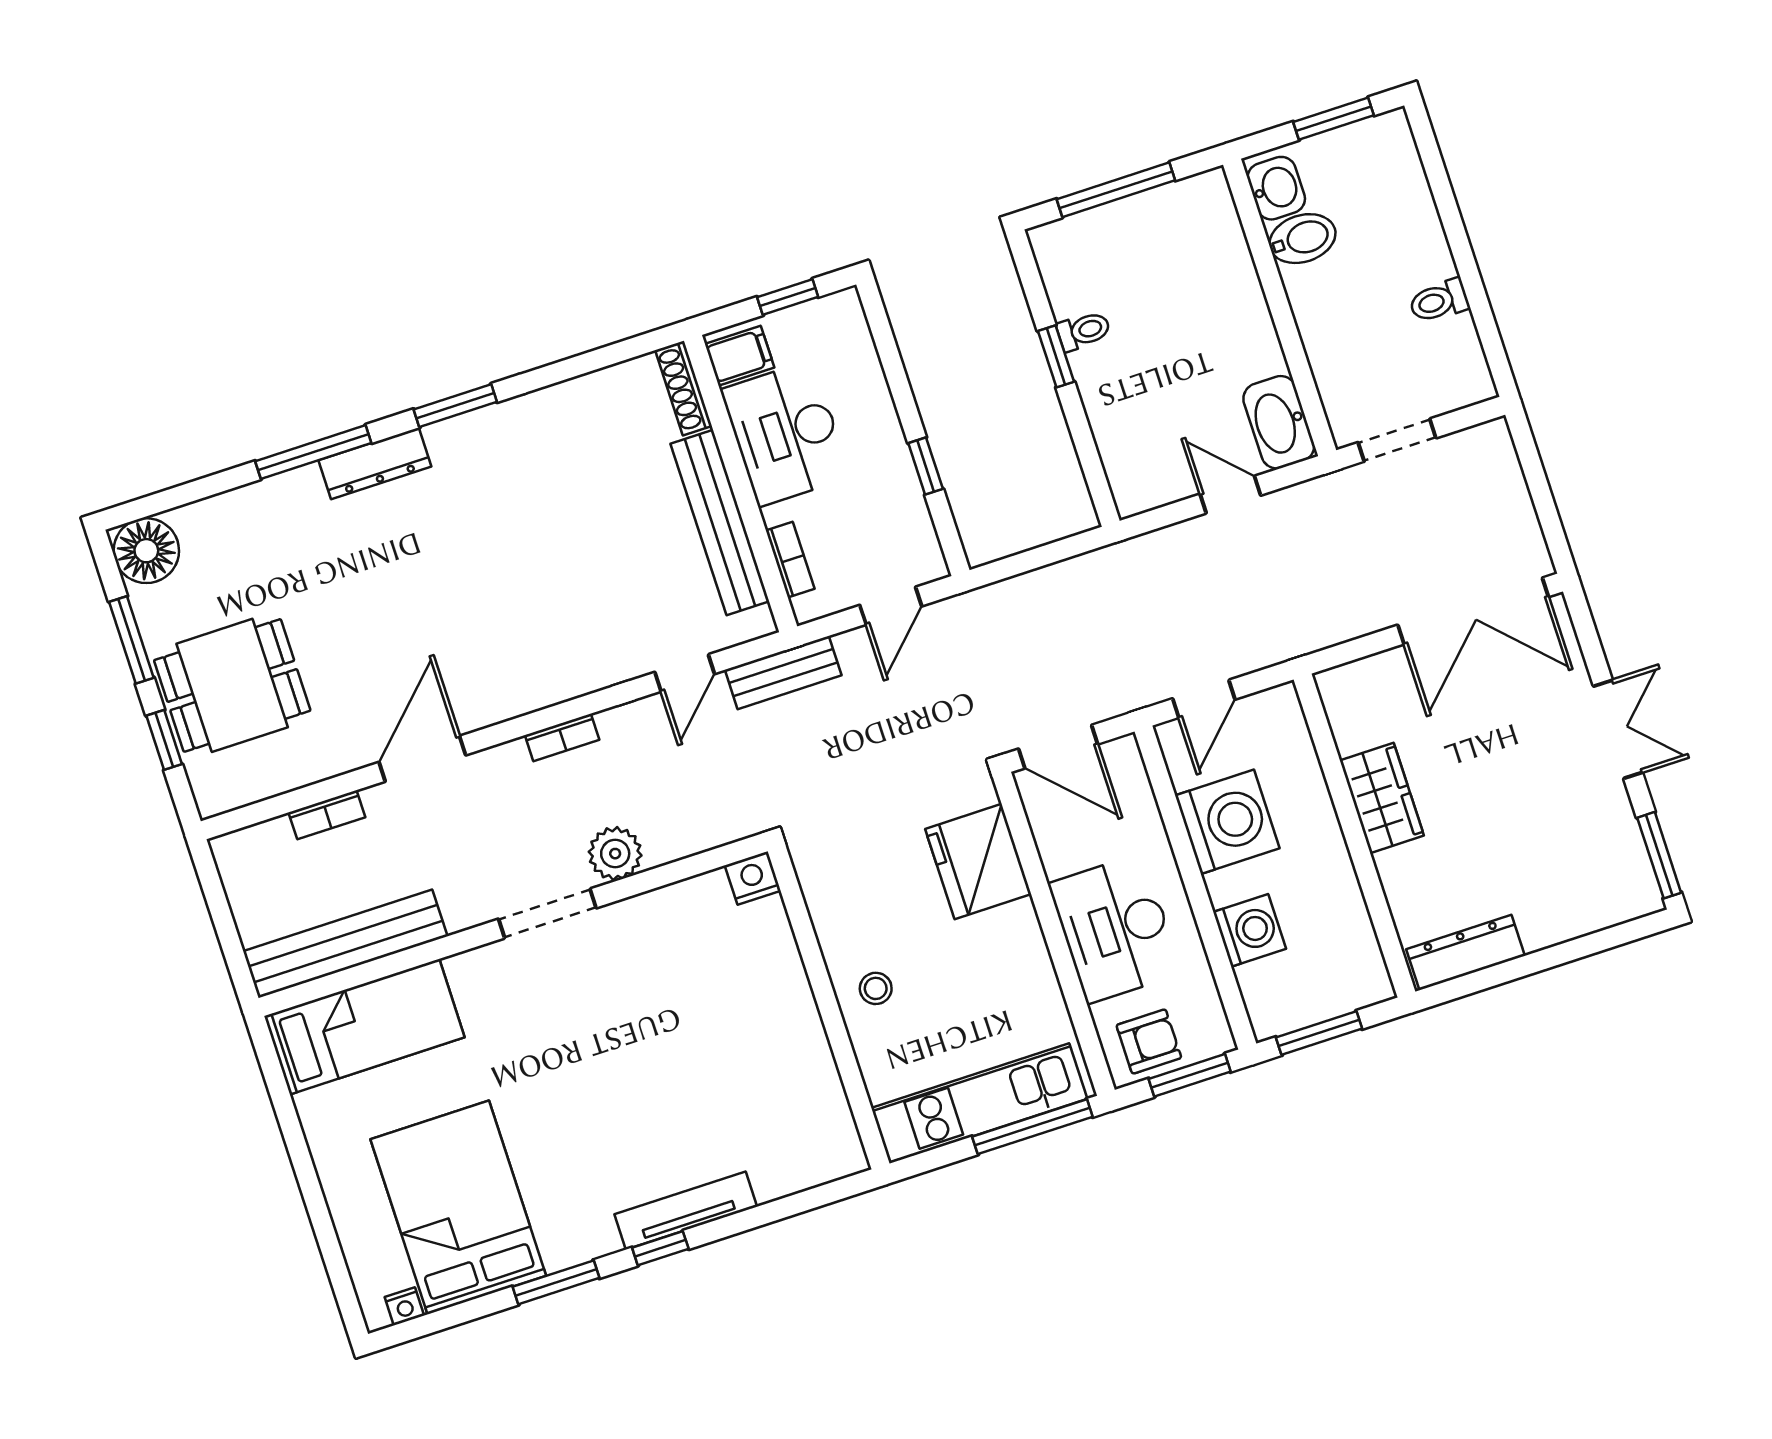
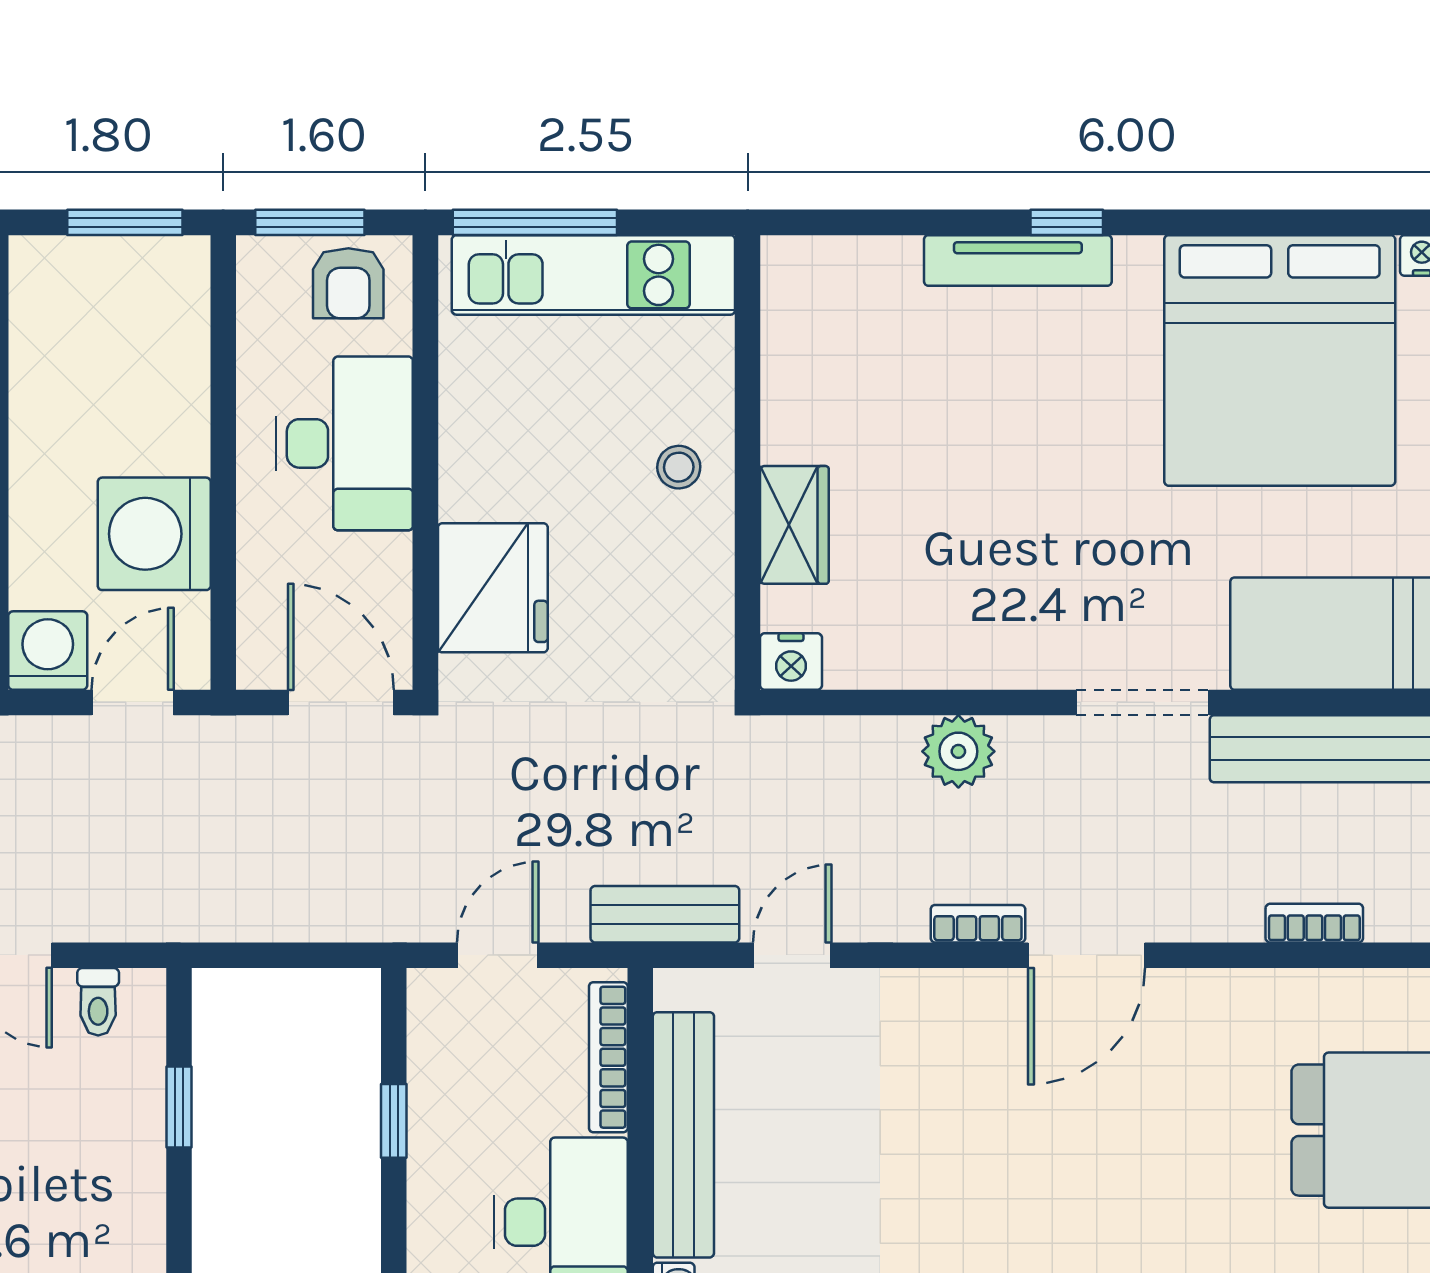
toilet: (1084, 331) -> (98, 1002), moved, turned -90
window: (1056, 356) -> (179, 1107), moved
bookcase: (790, 560) -> (608, 1057), width x1.56
door: (422, 759) -> (1086, 955), moved
doorway: (547, 913) -> (1143, 702), moved
washing machine: (1250, 930) -> (48, 651), moved, turned 90
wardrobe: (782, 974) -> (794, 525), added
armchair: (1149, 1041) -> (348, 283), turned -90
bed: (458, 1207) -> (1280, 360), width x1.36
window: (556, 1282) -> (1216, 222), removed

